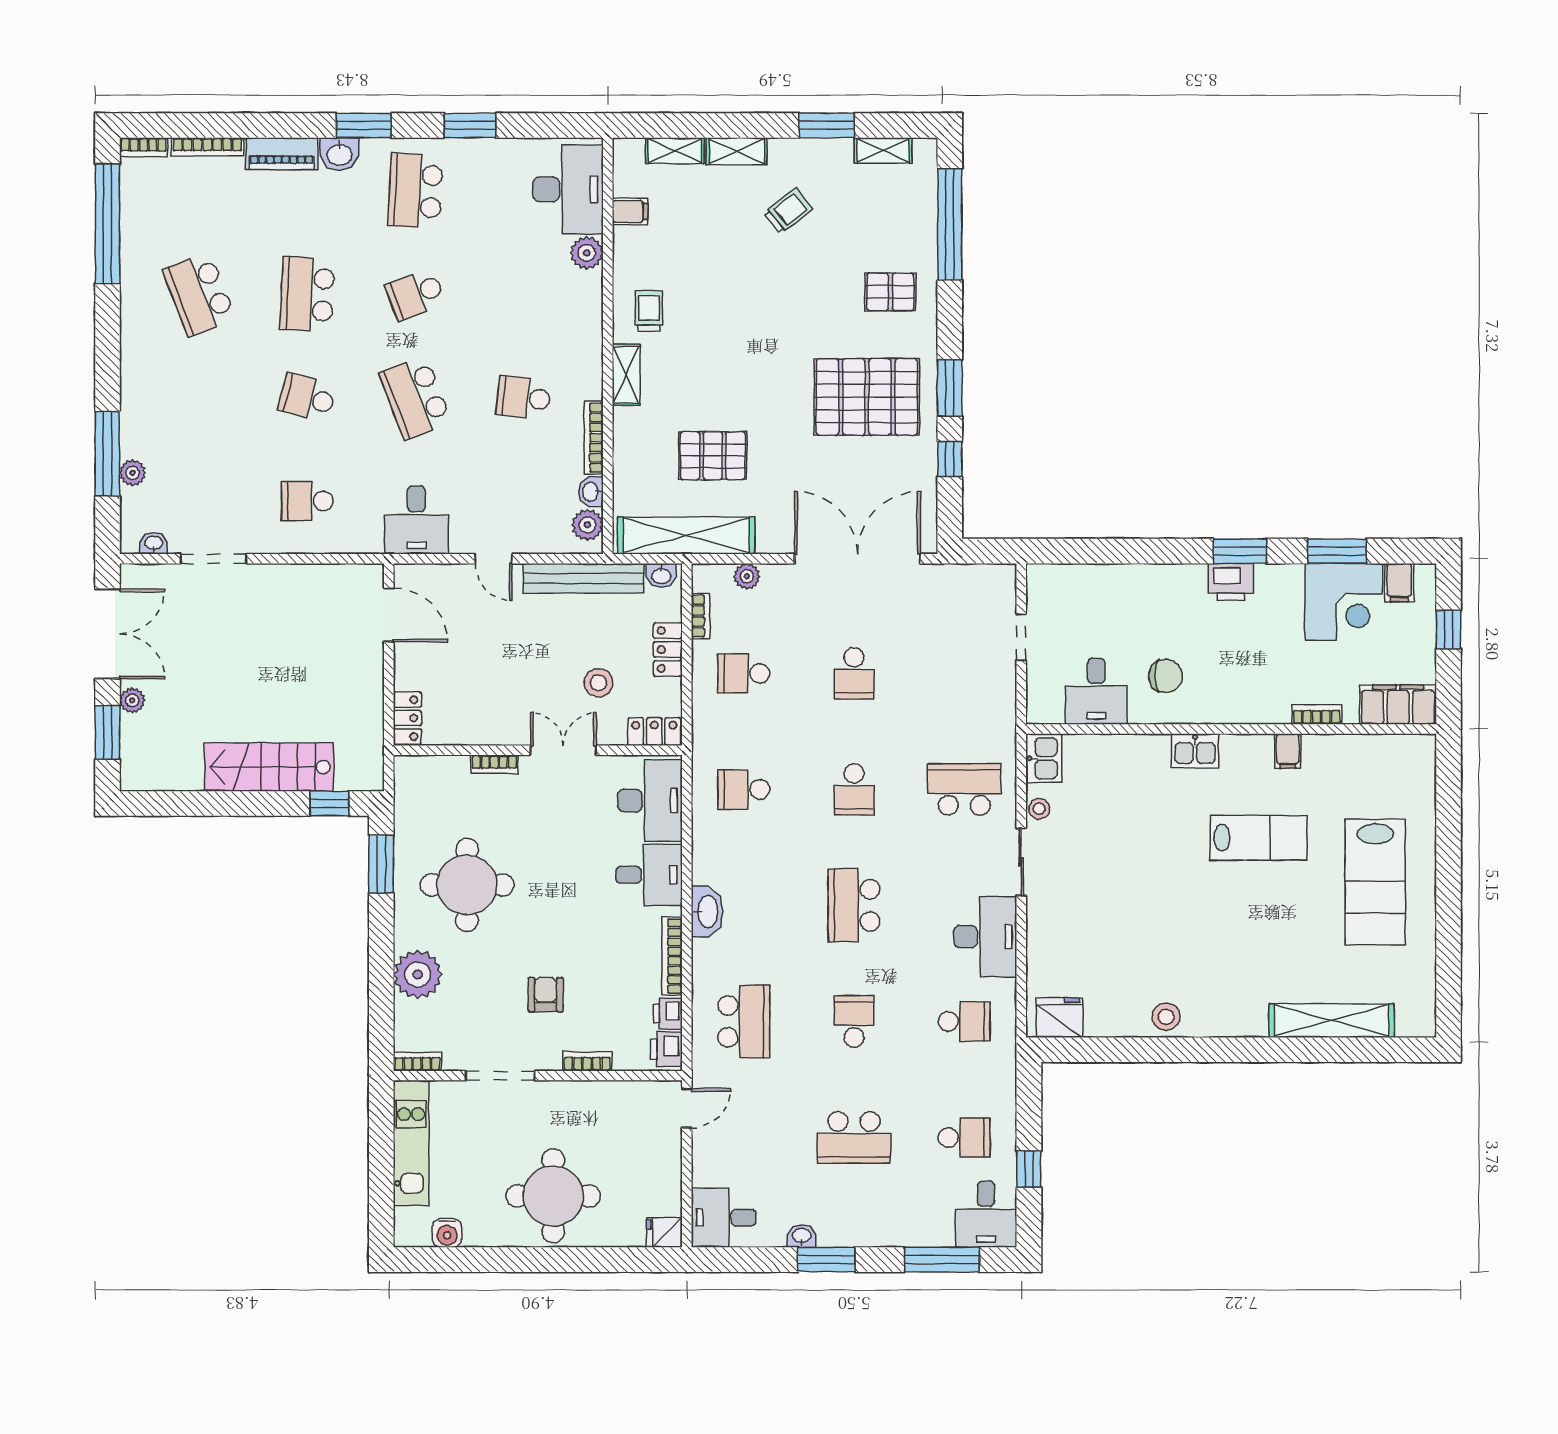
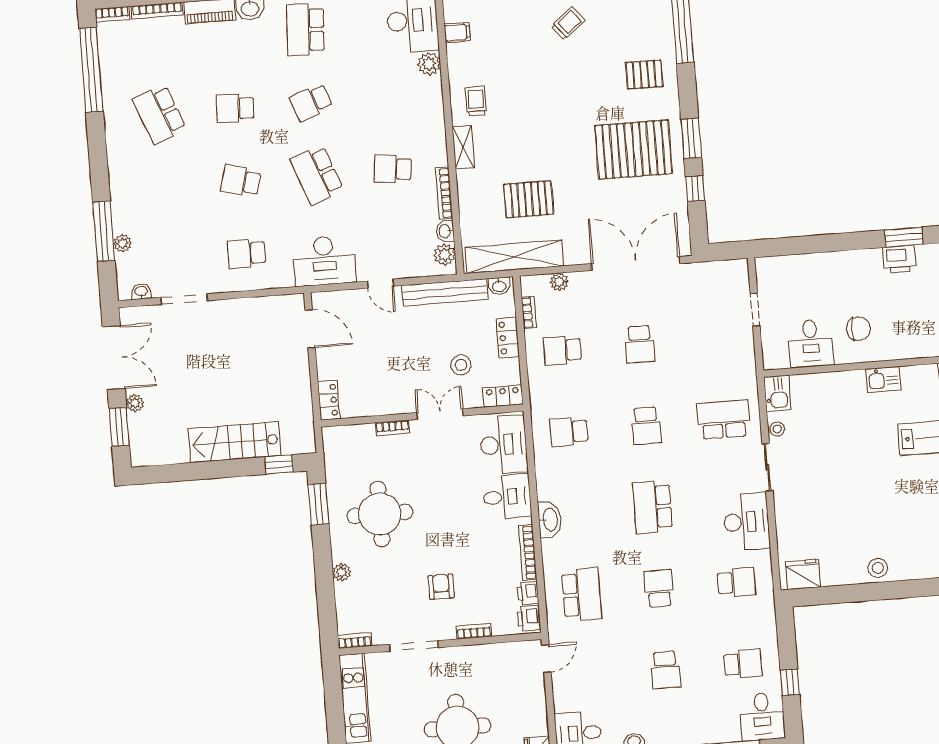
school desk: (307, 294) -> (235, 108), width x0.54
desk: (416, 520) -> (324, 261), width x1.37
plant: (418, 974) -> (342, 572), width x0.53, depth x0.53
school desk: (854, 1137) -> (665, 670), width x0.54

